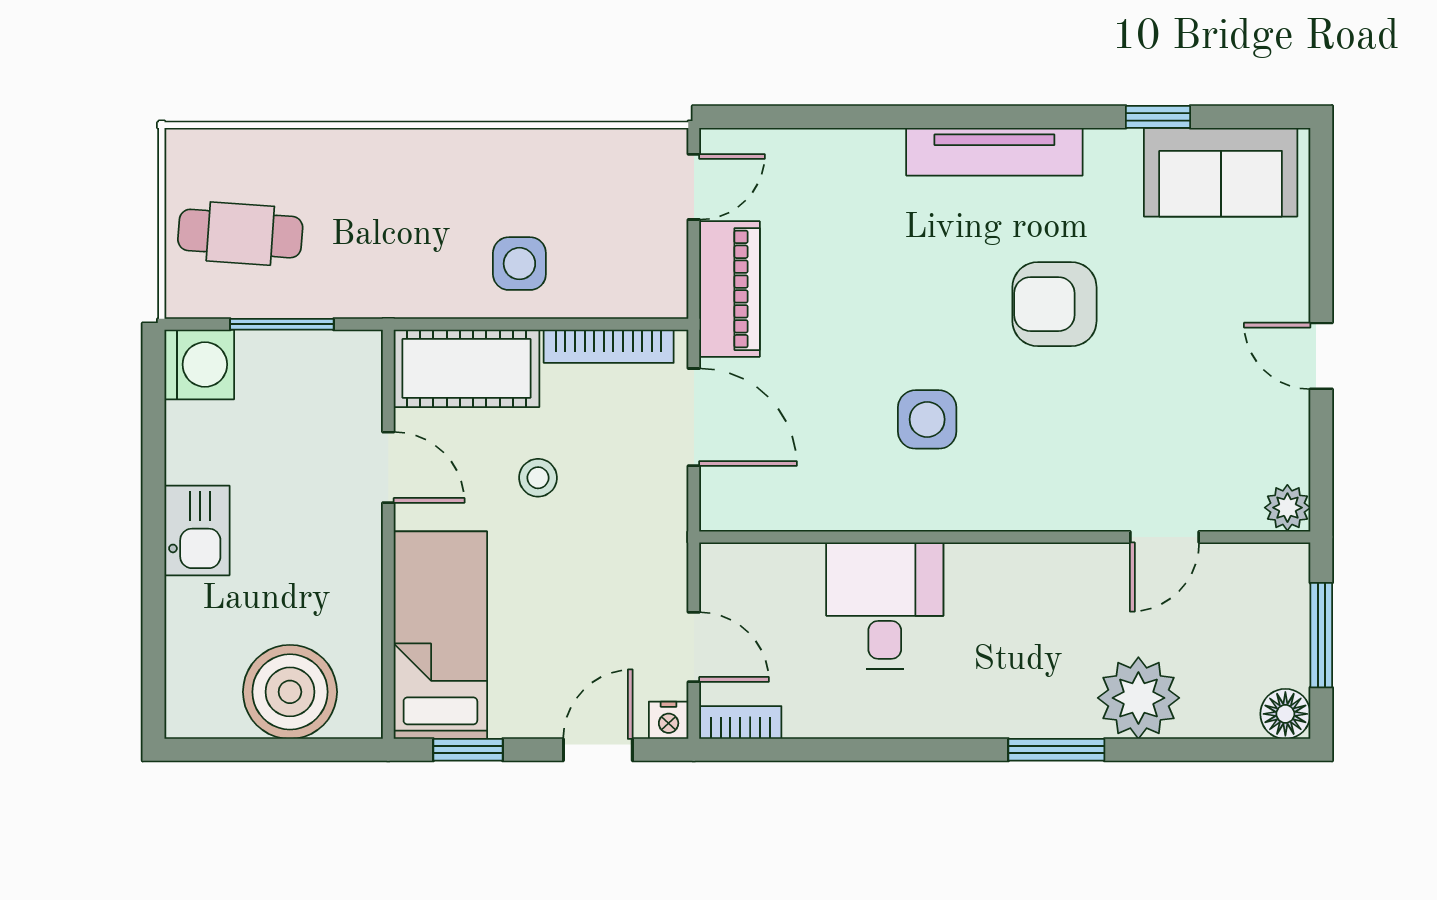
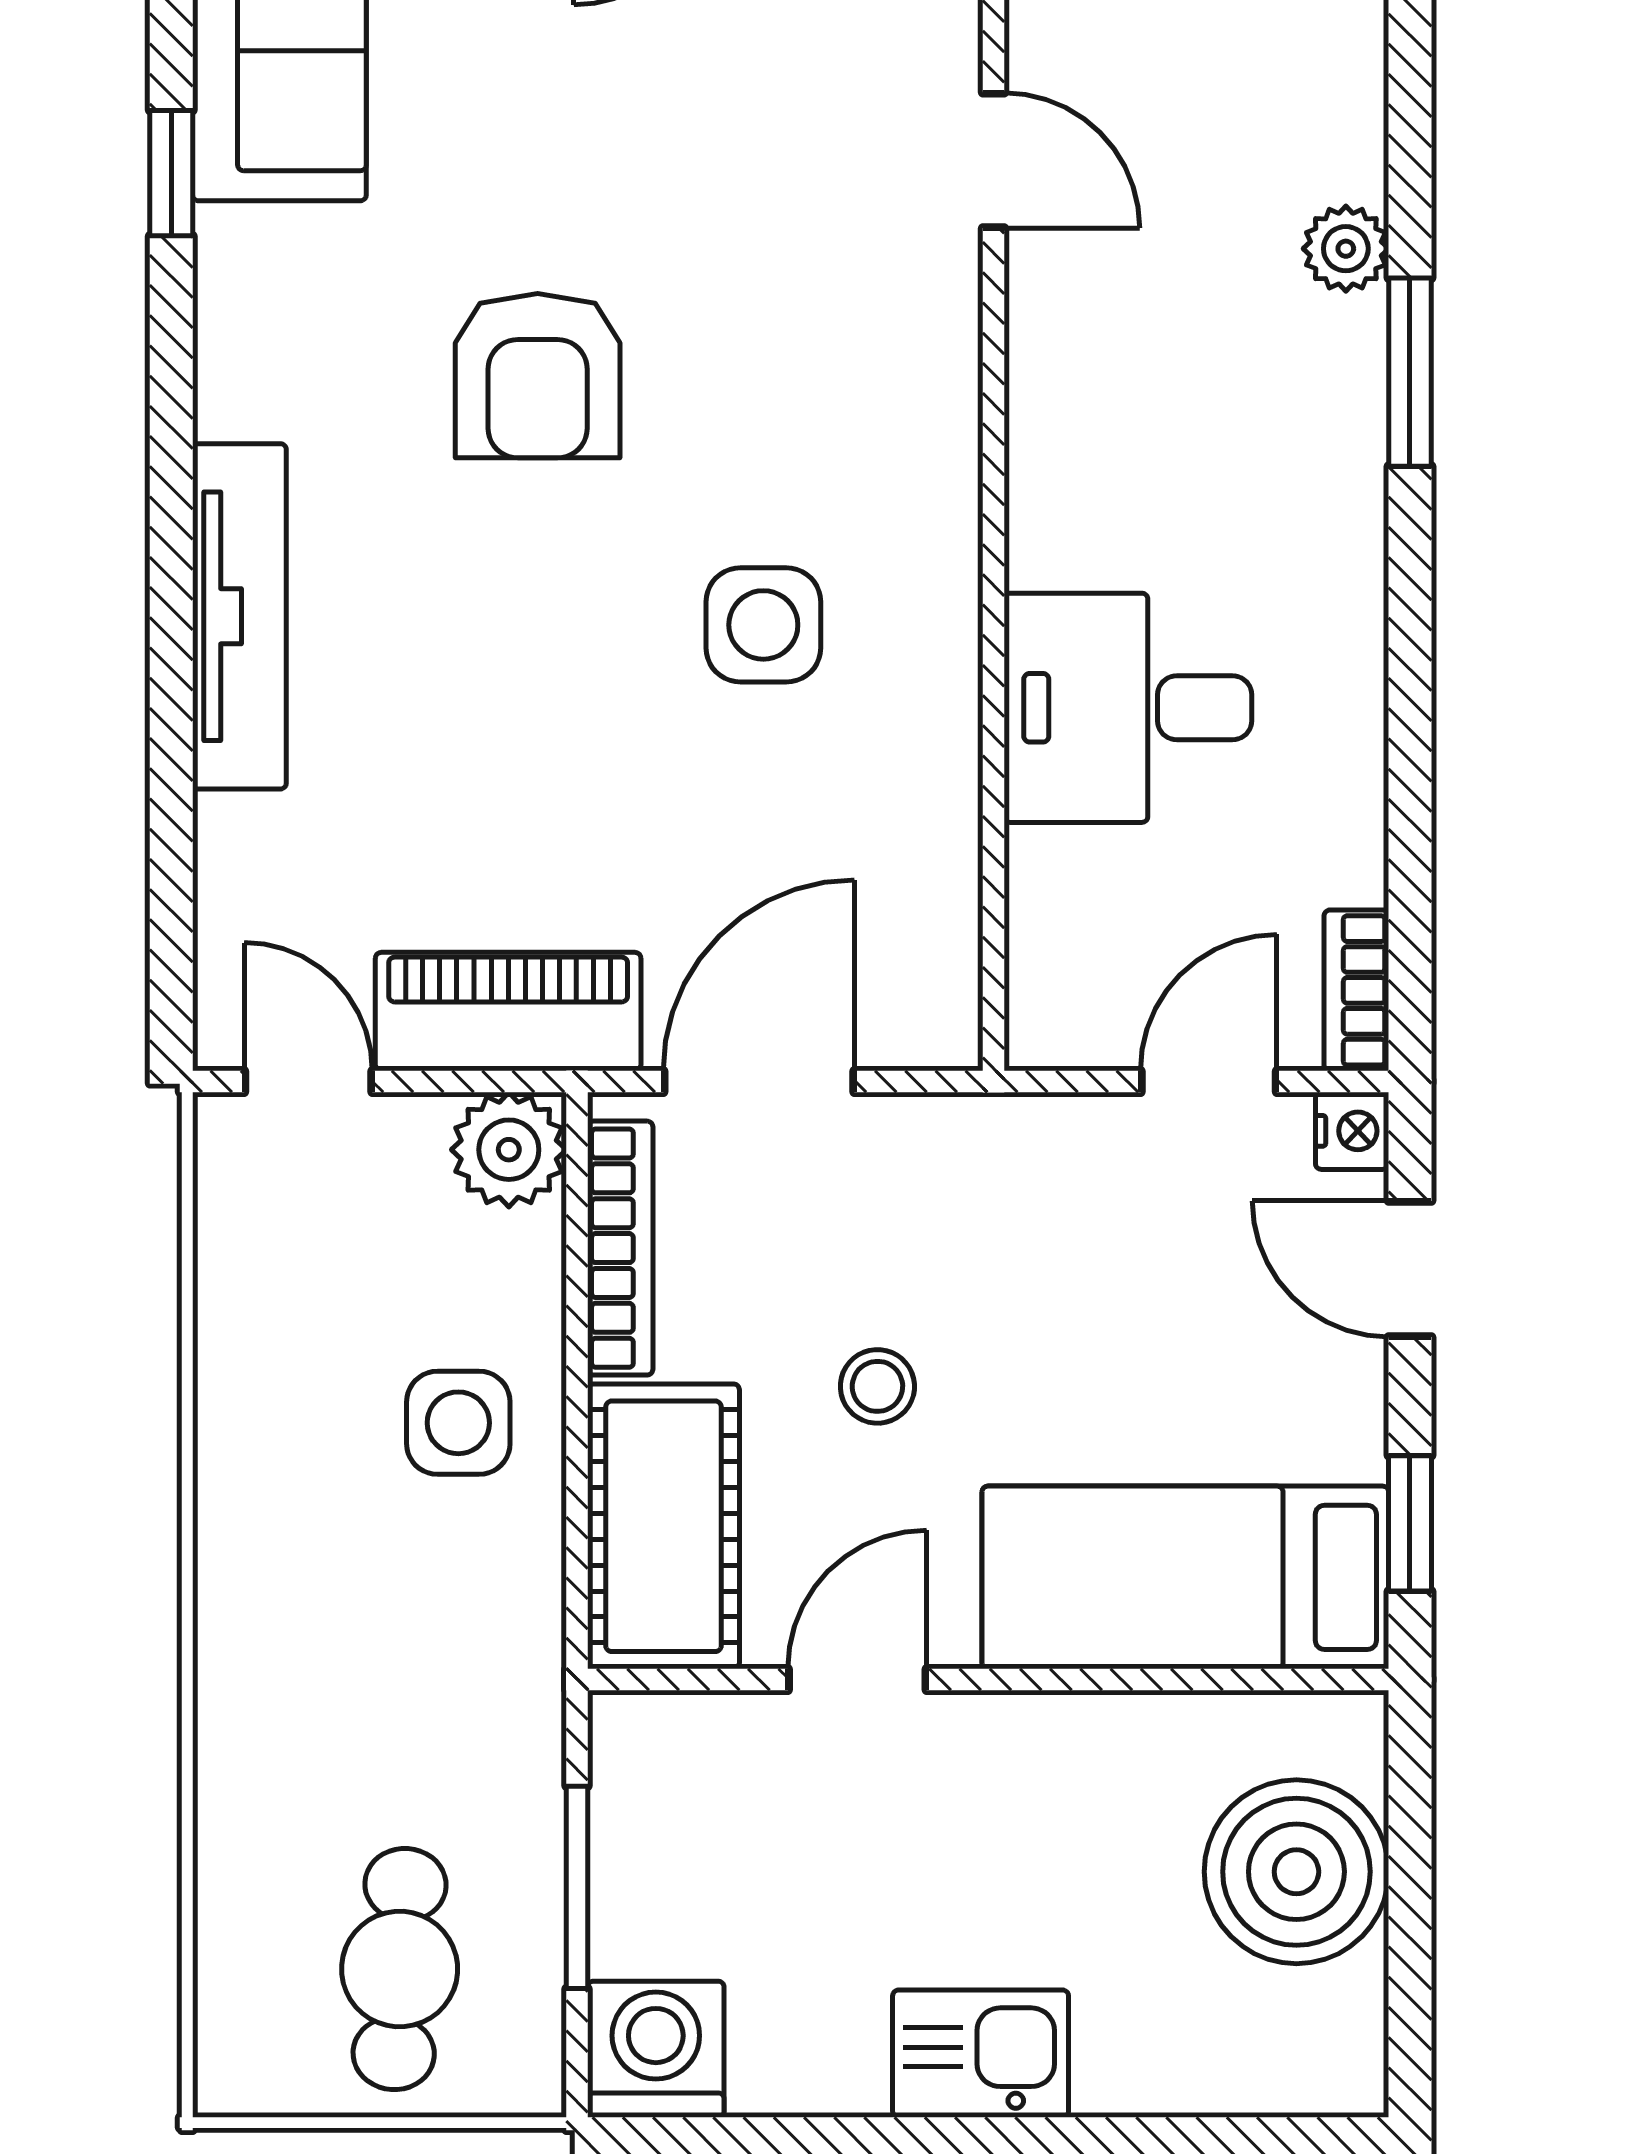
tv unit: (994, 152) -> (239, 616), moved
plant: (659, 289) -> (509, 1150), added
plant: (1138, 698) -> (1346, 249), width x0.53, depth x0.53

